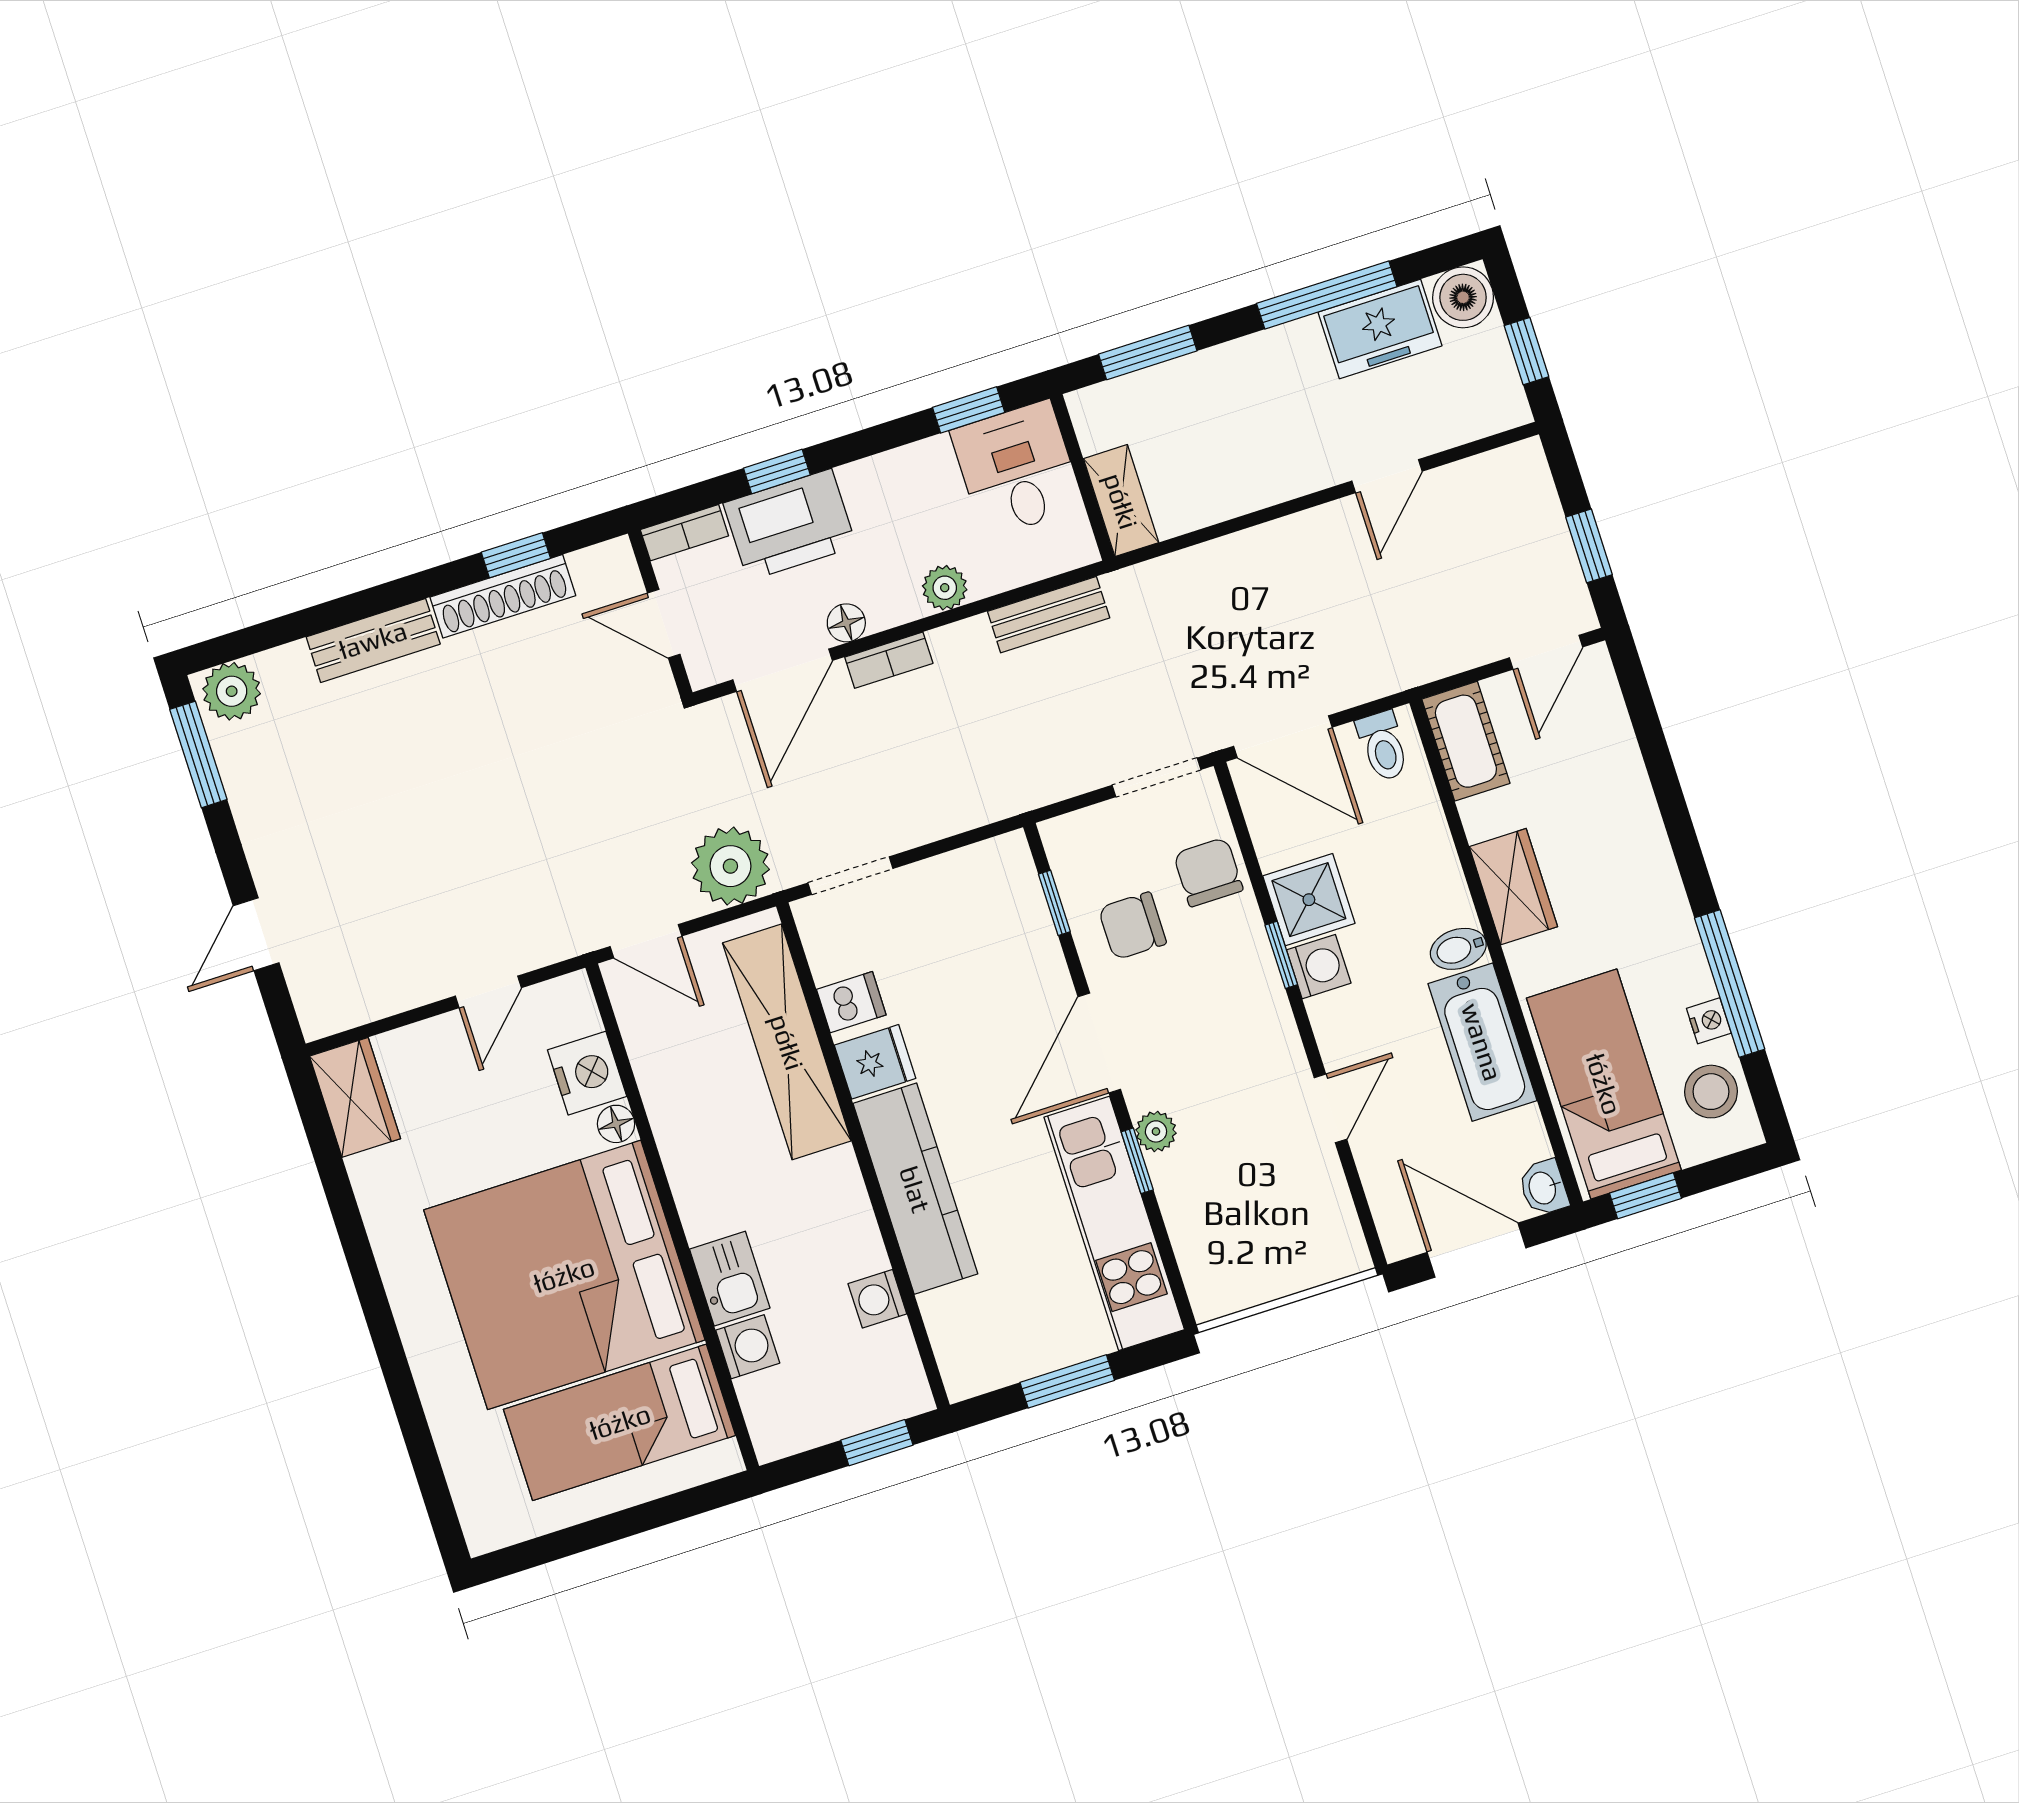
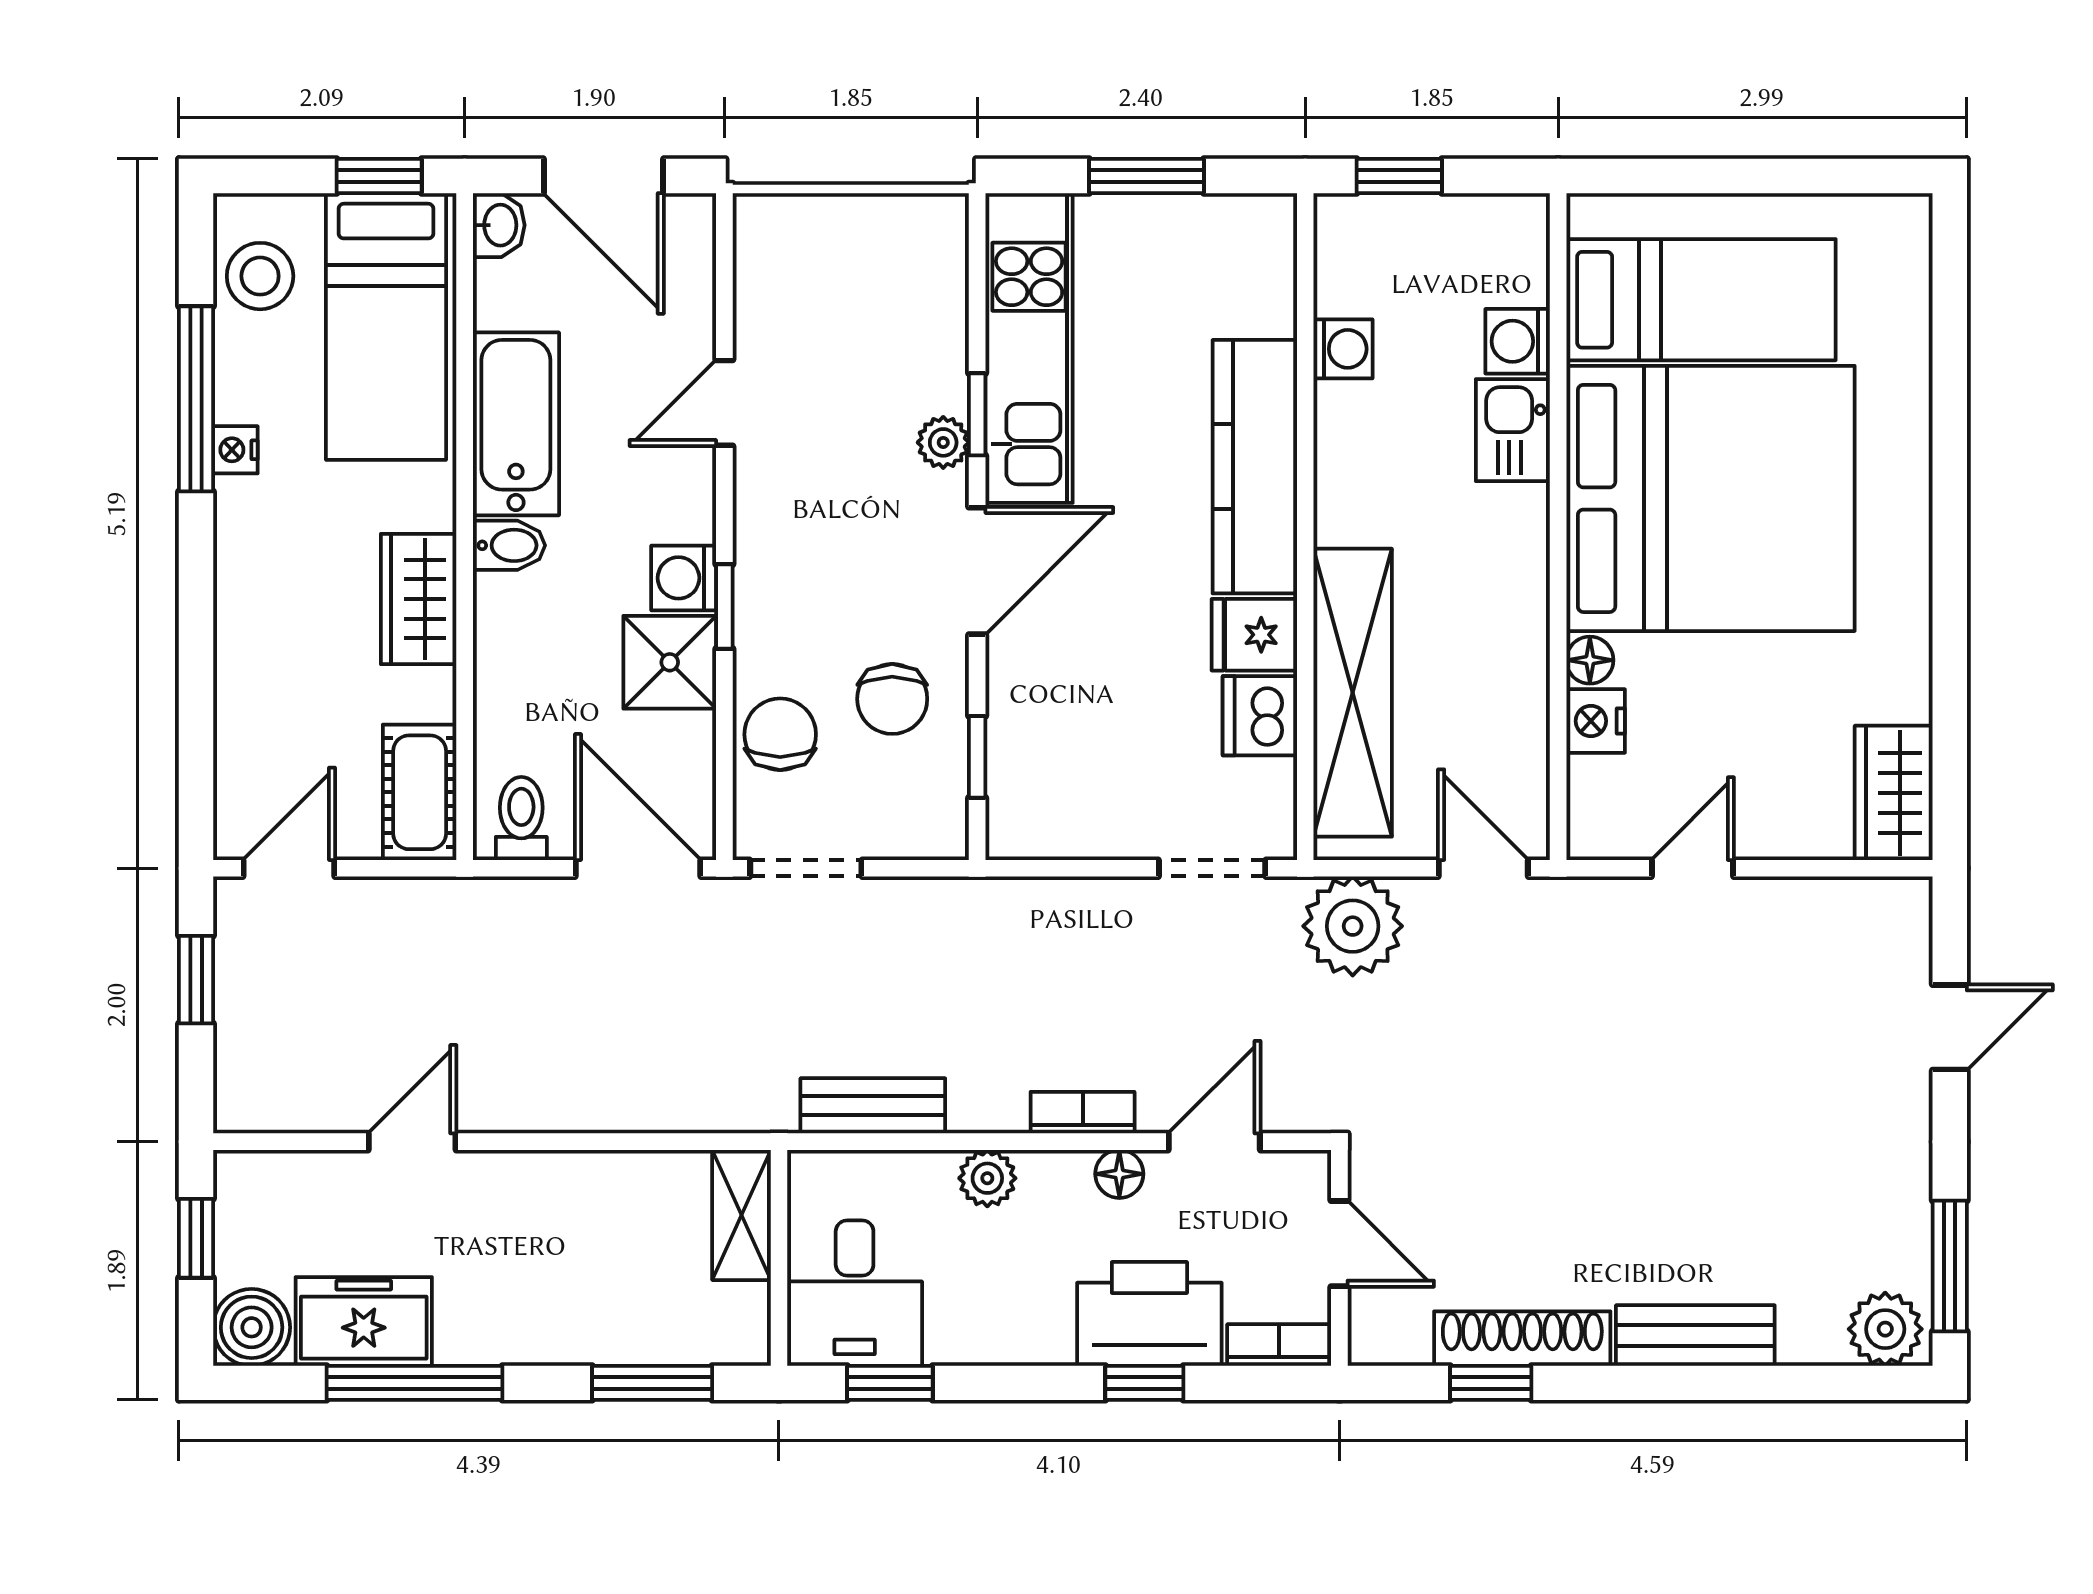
door: (783, 670) -> (1214, 1142), width x0.73
chair: (1208, 872) -> (780, 734), turned 180
chair: (1132, 926) -> (892, 699), turned 90
dishwasher: (851, 1002) -> (1260, 716), width x1.38
nightstand: (1709, 1021) -> (235, 450), moved
nightstand: (587, 1073) -> (1596, 721), width x0.74, depth x0.75

